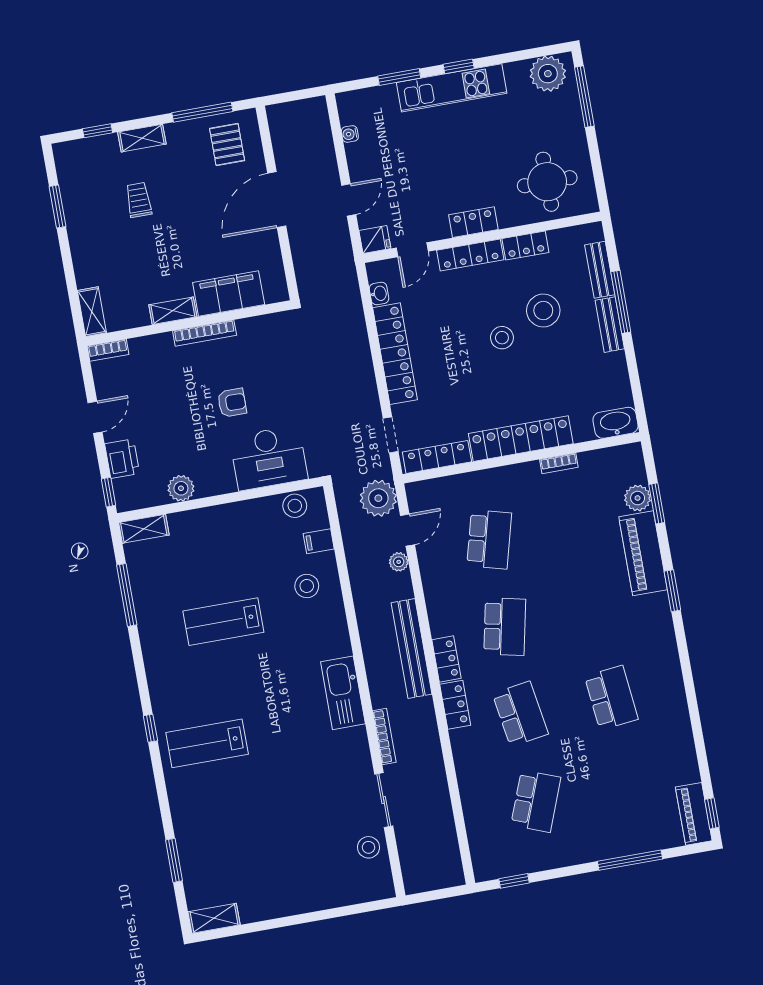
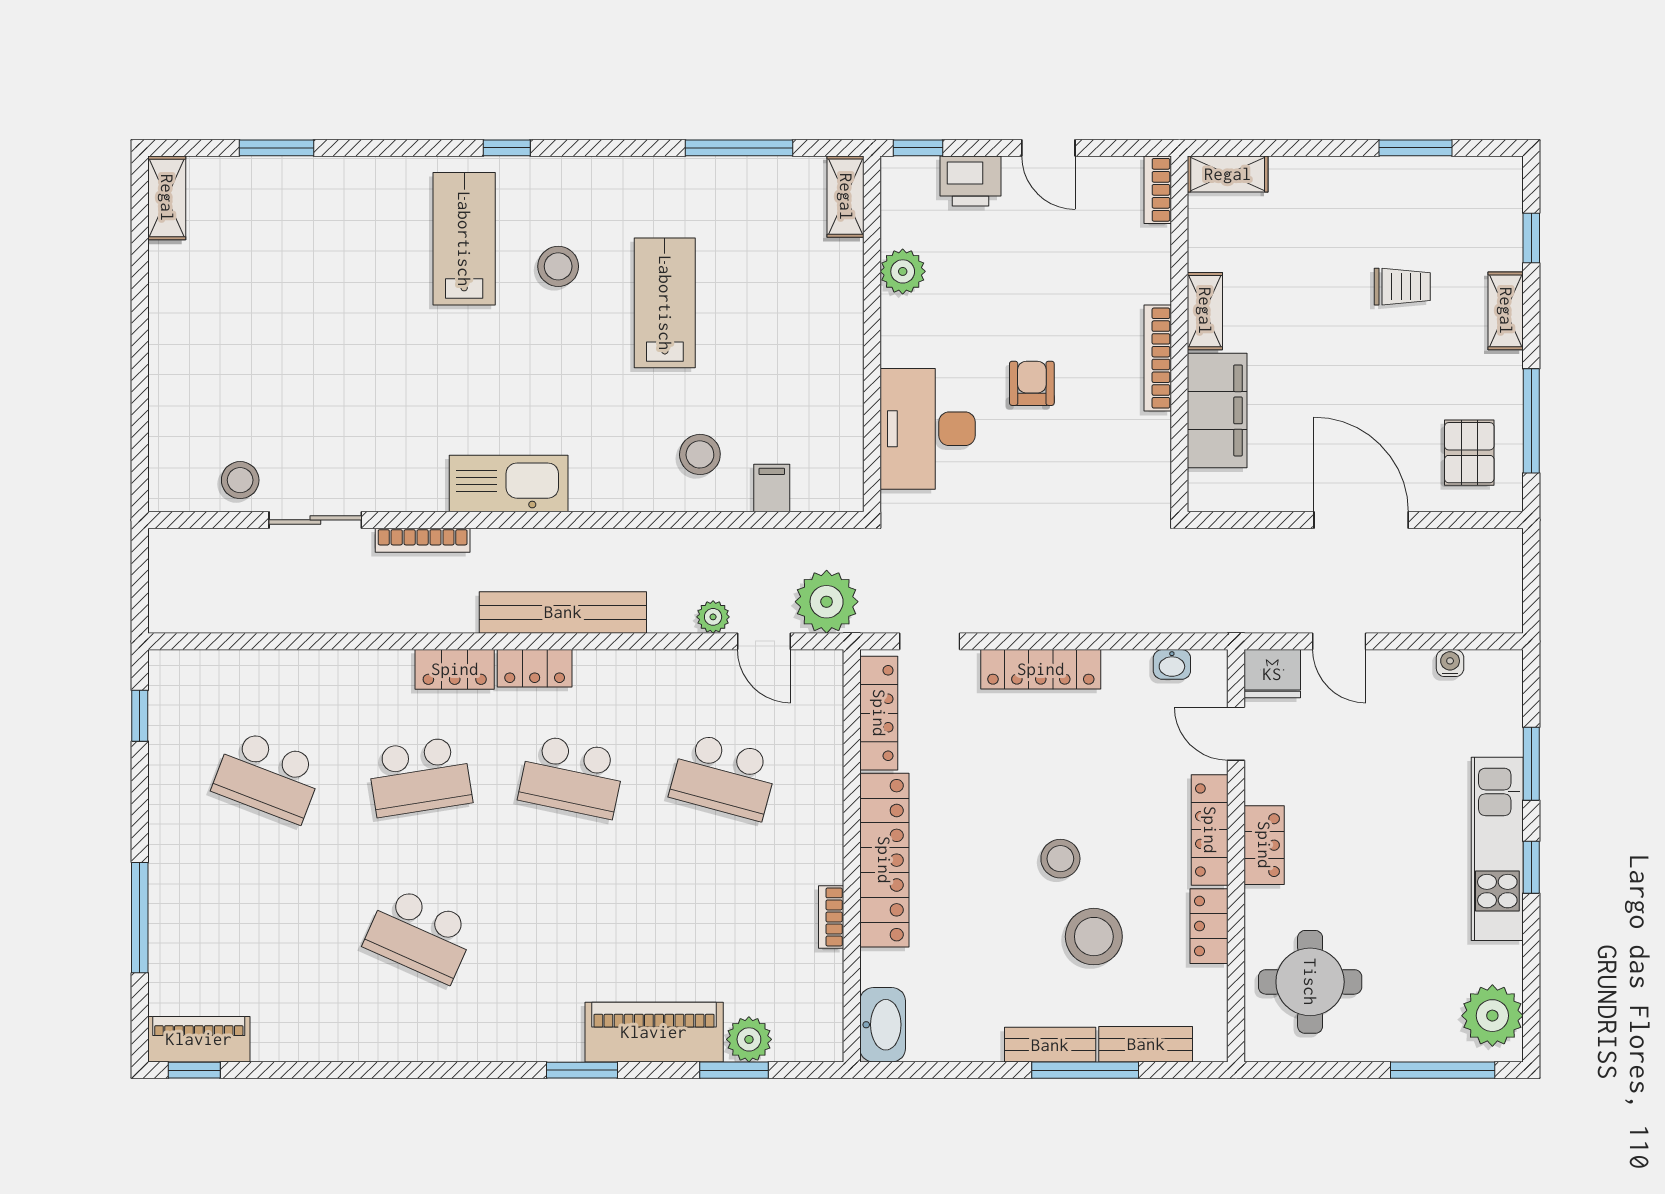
pallet: (227, 144) -> (1469, 453), turned 90
fridge: (375, 239) -> (1272, 674), width x1.38
locker: (395, 354) -> (1041, 669), width x0.71, depth x0.83
armchair: (232, 403) -> (1032, 383), turned 180
stool: (295, 506) -> (558, 266), moved
school desk: (611, 698) -> (420, 935), turned 30

